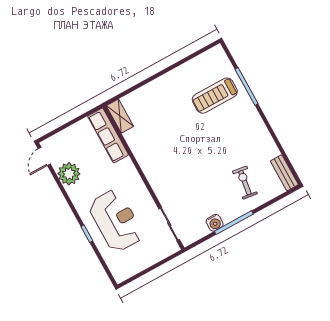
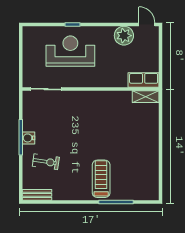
treadmill: (215, 96) -> (101, 179), moved
row of seats: (108, 135) -> (144, 80), width x0.68
reception desk: (116, 221) -> (70, 51), turned 180
water cooler: (215, 223) -> (29, 138), moved

